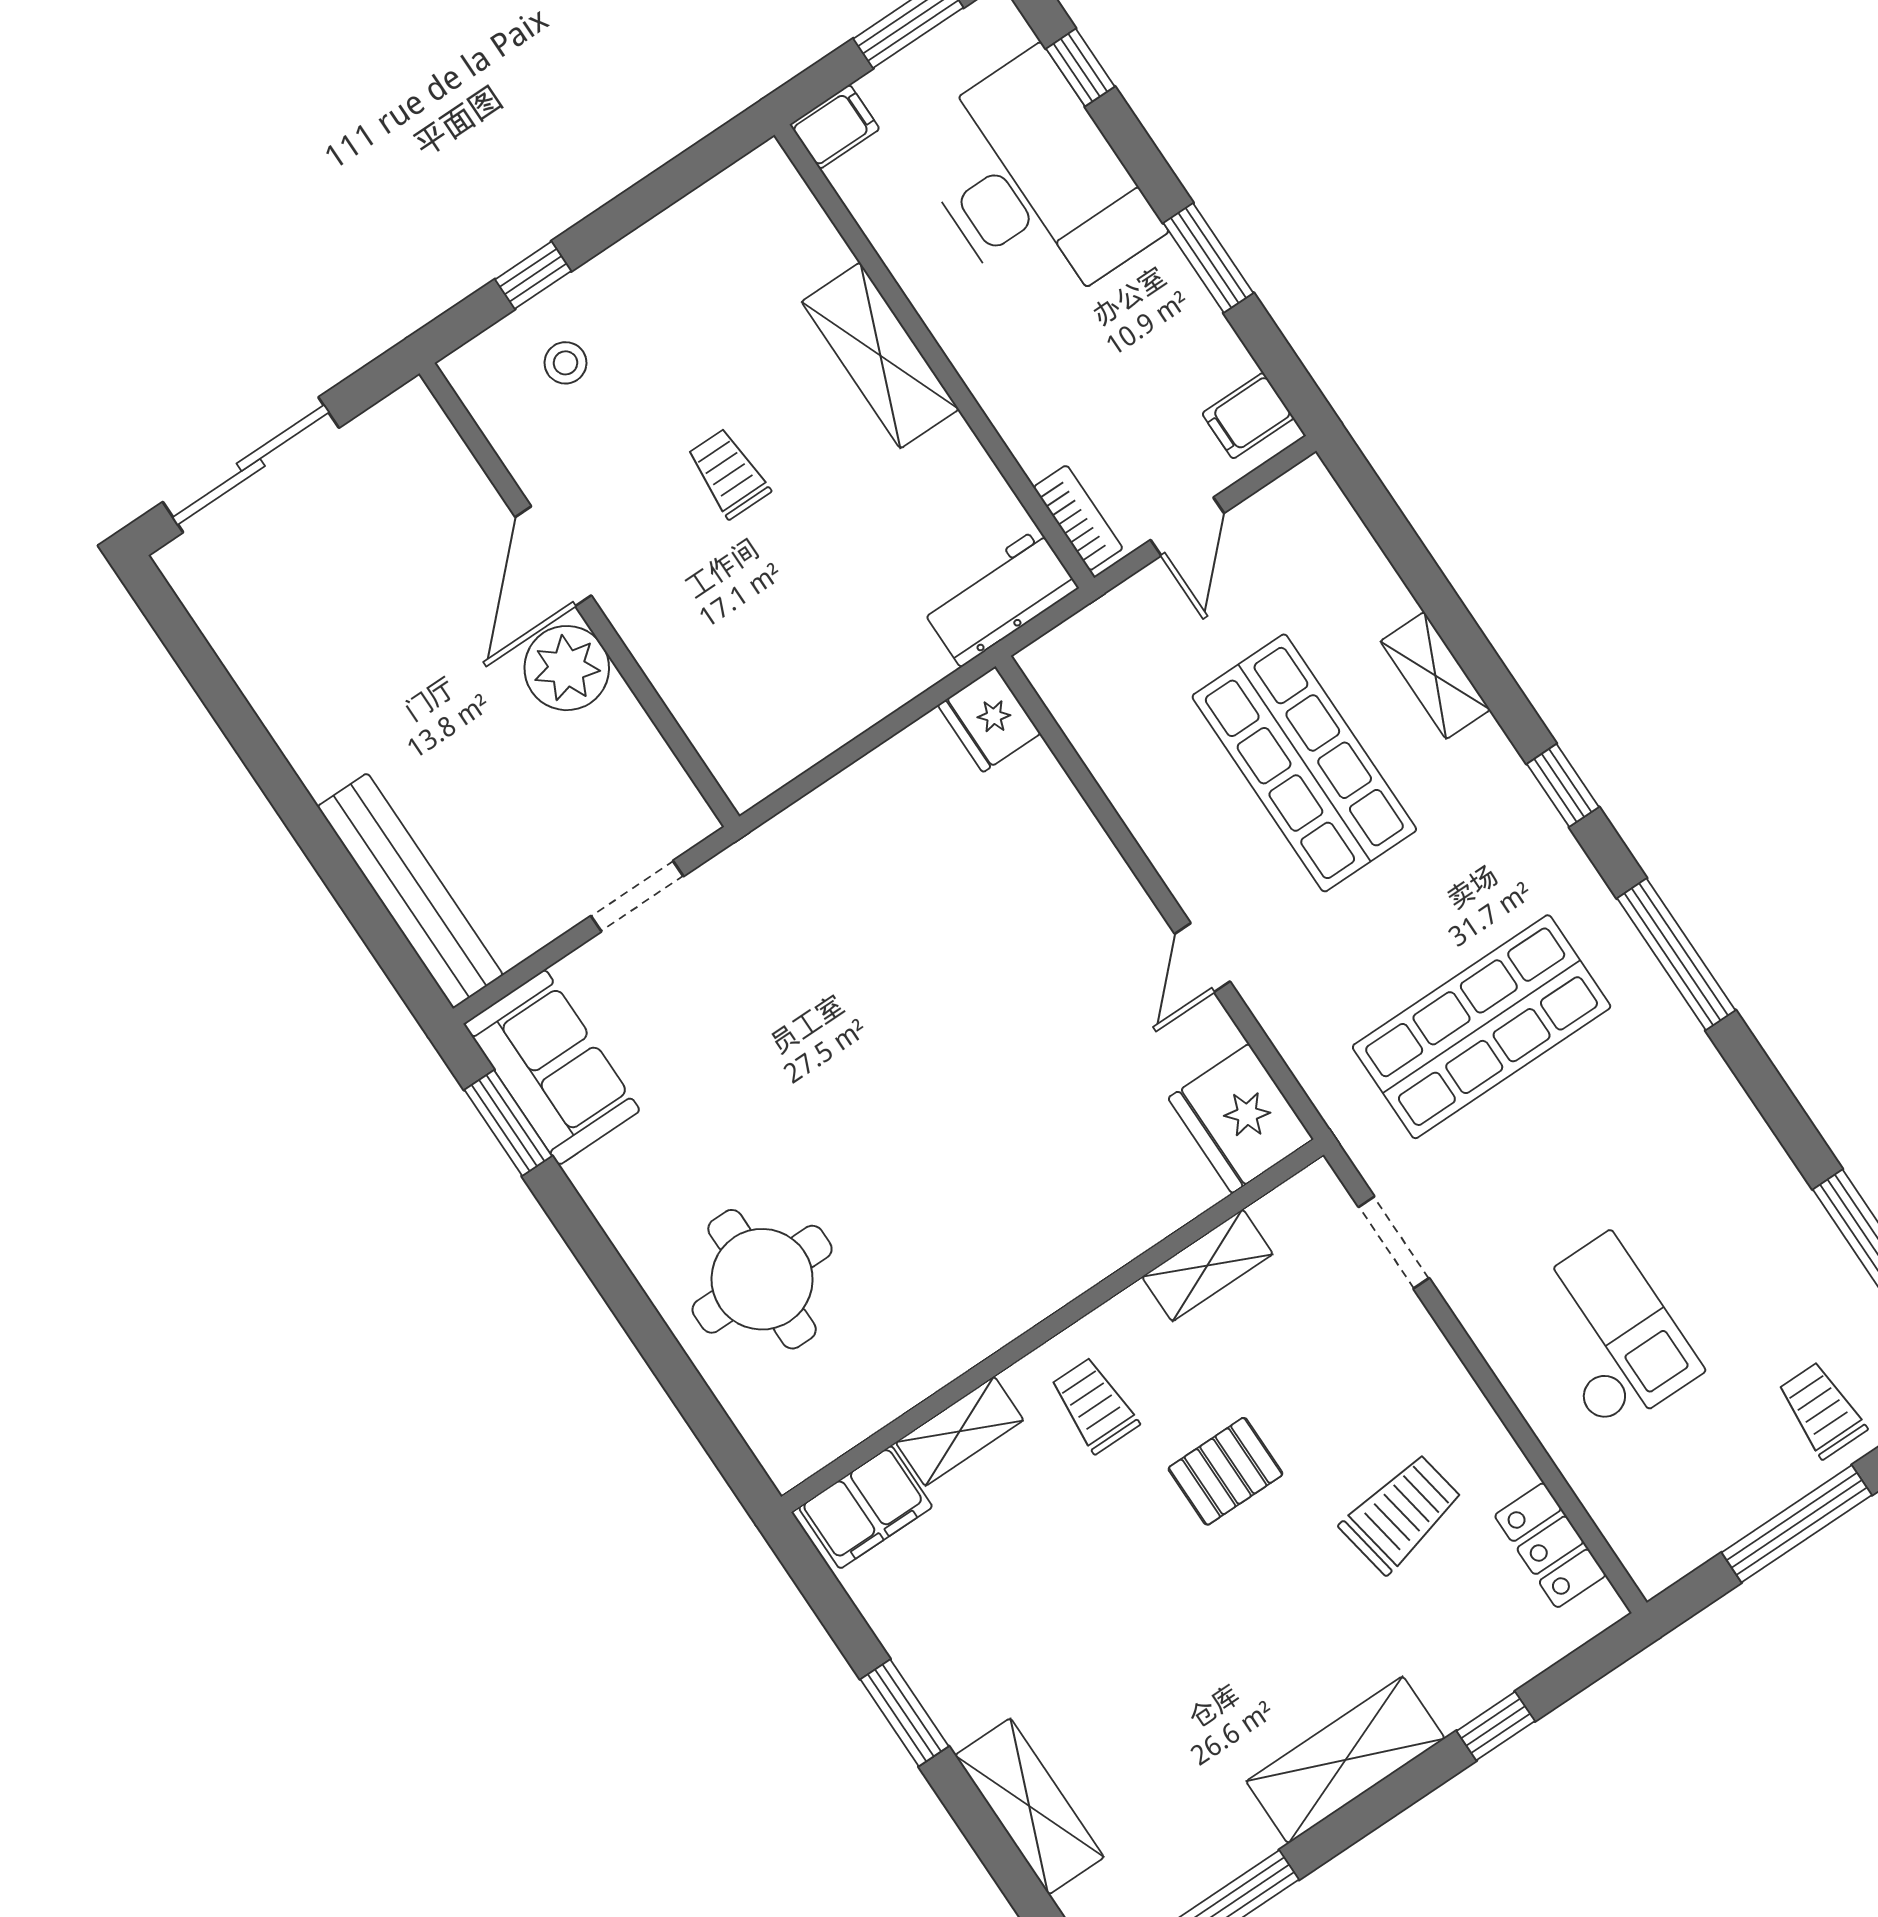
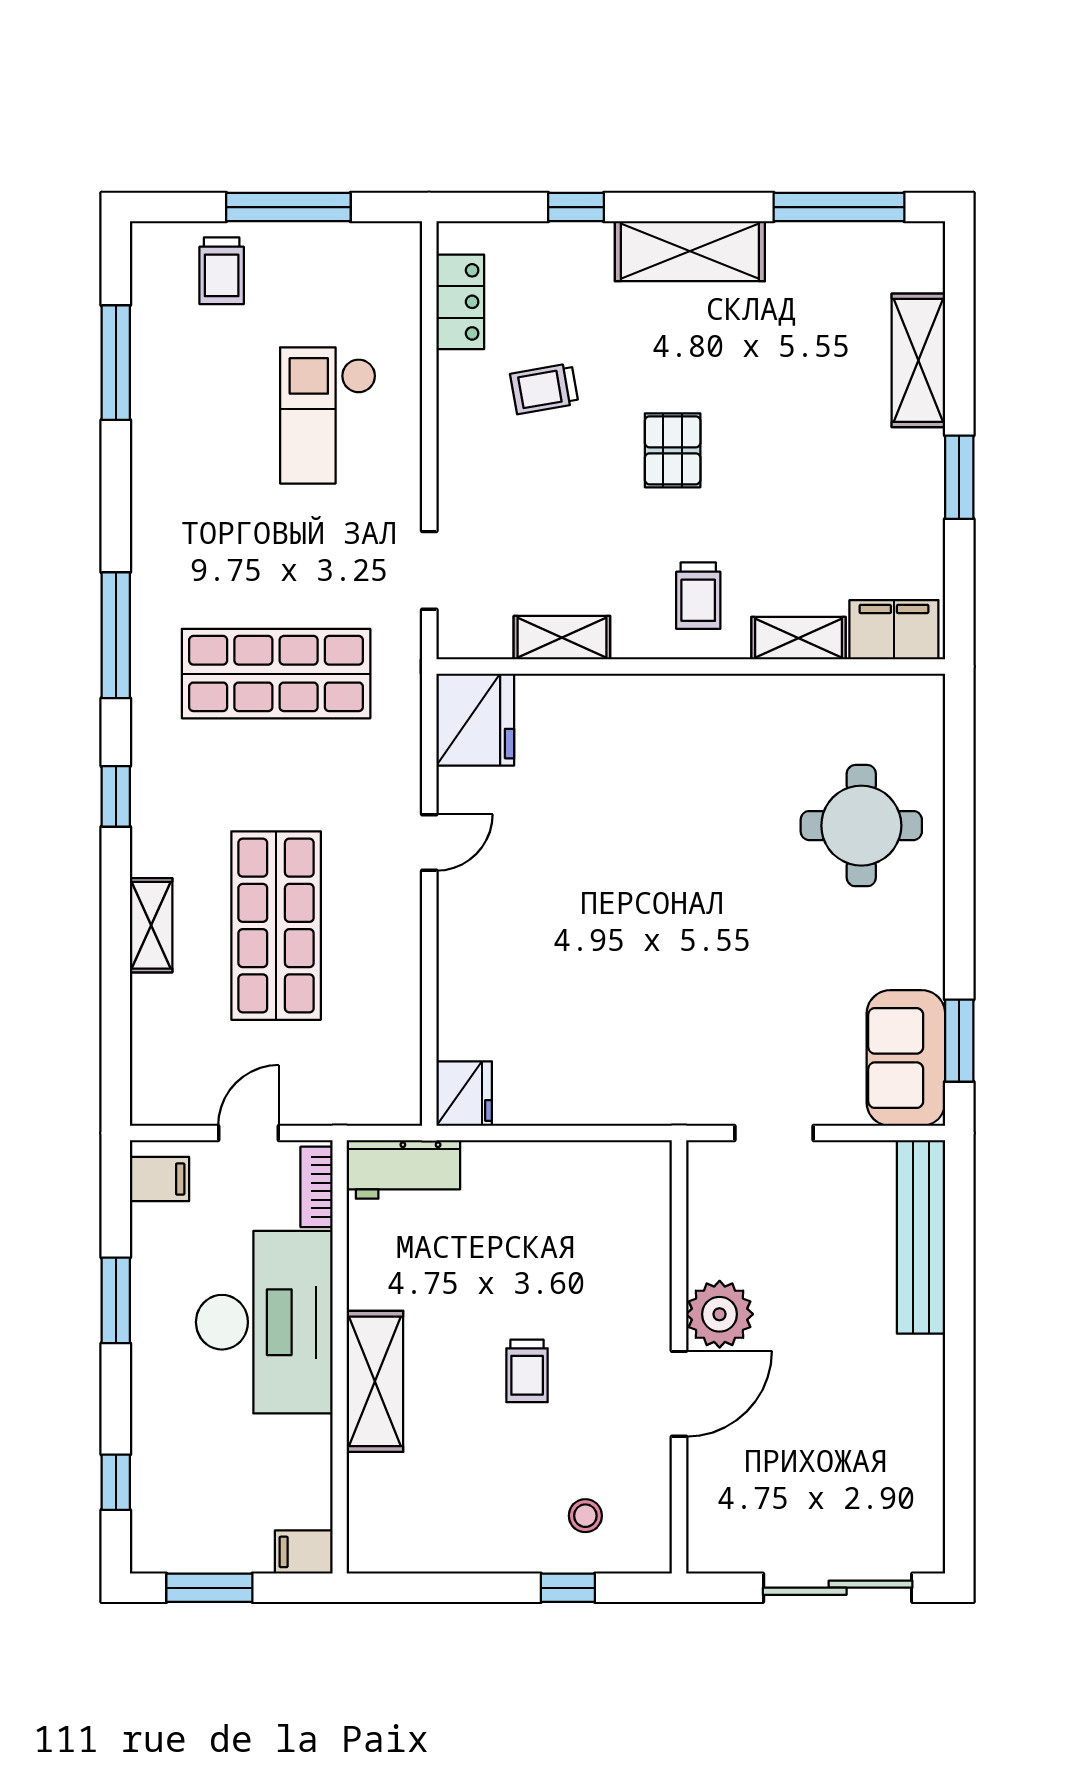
desk: (1034, 184) -> (264, 1322), moved, turned 180
pallet: (1225, 1471) -> (673, 450), moved, turned 90
trolley: (1401, 1514) -> (544, 389), width x0.73, depth x0.72

